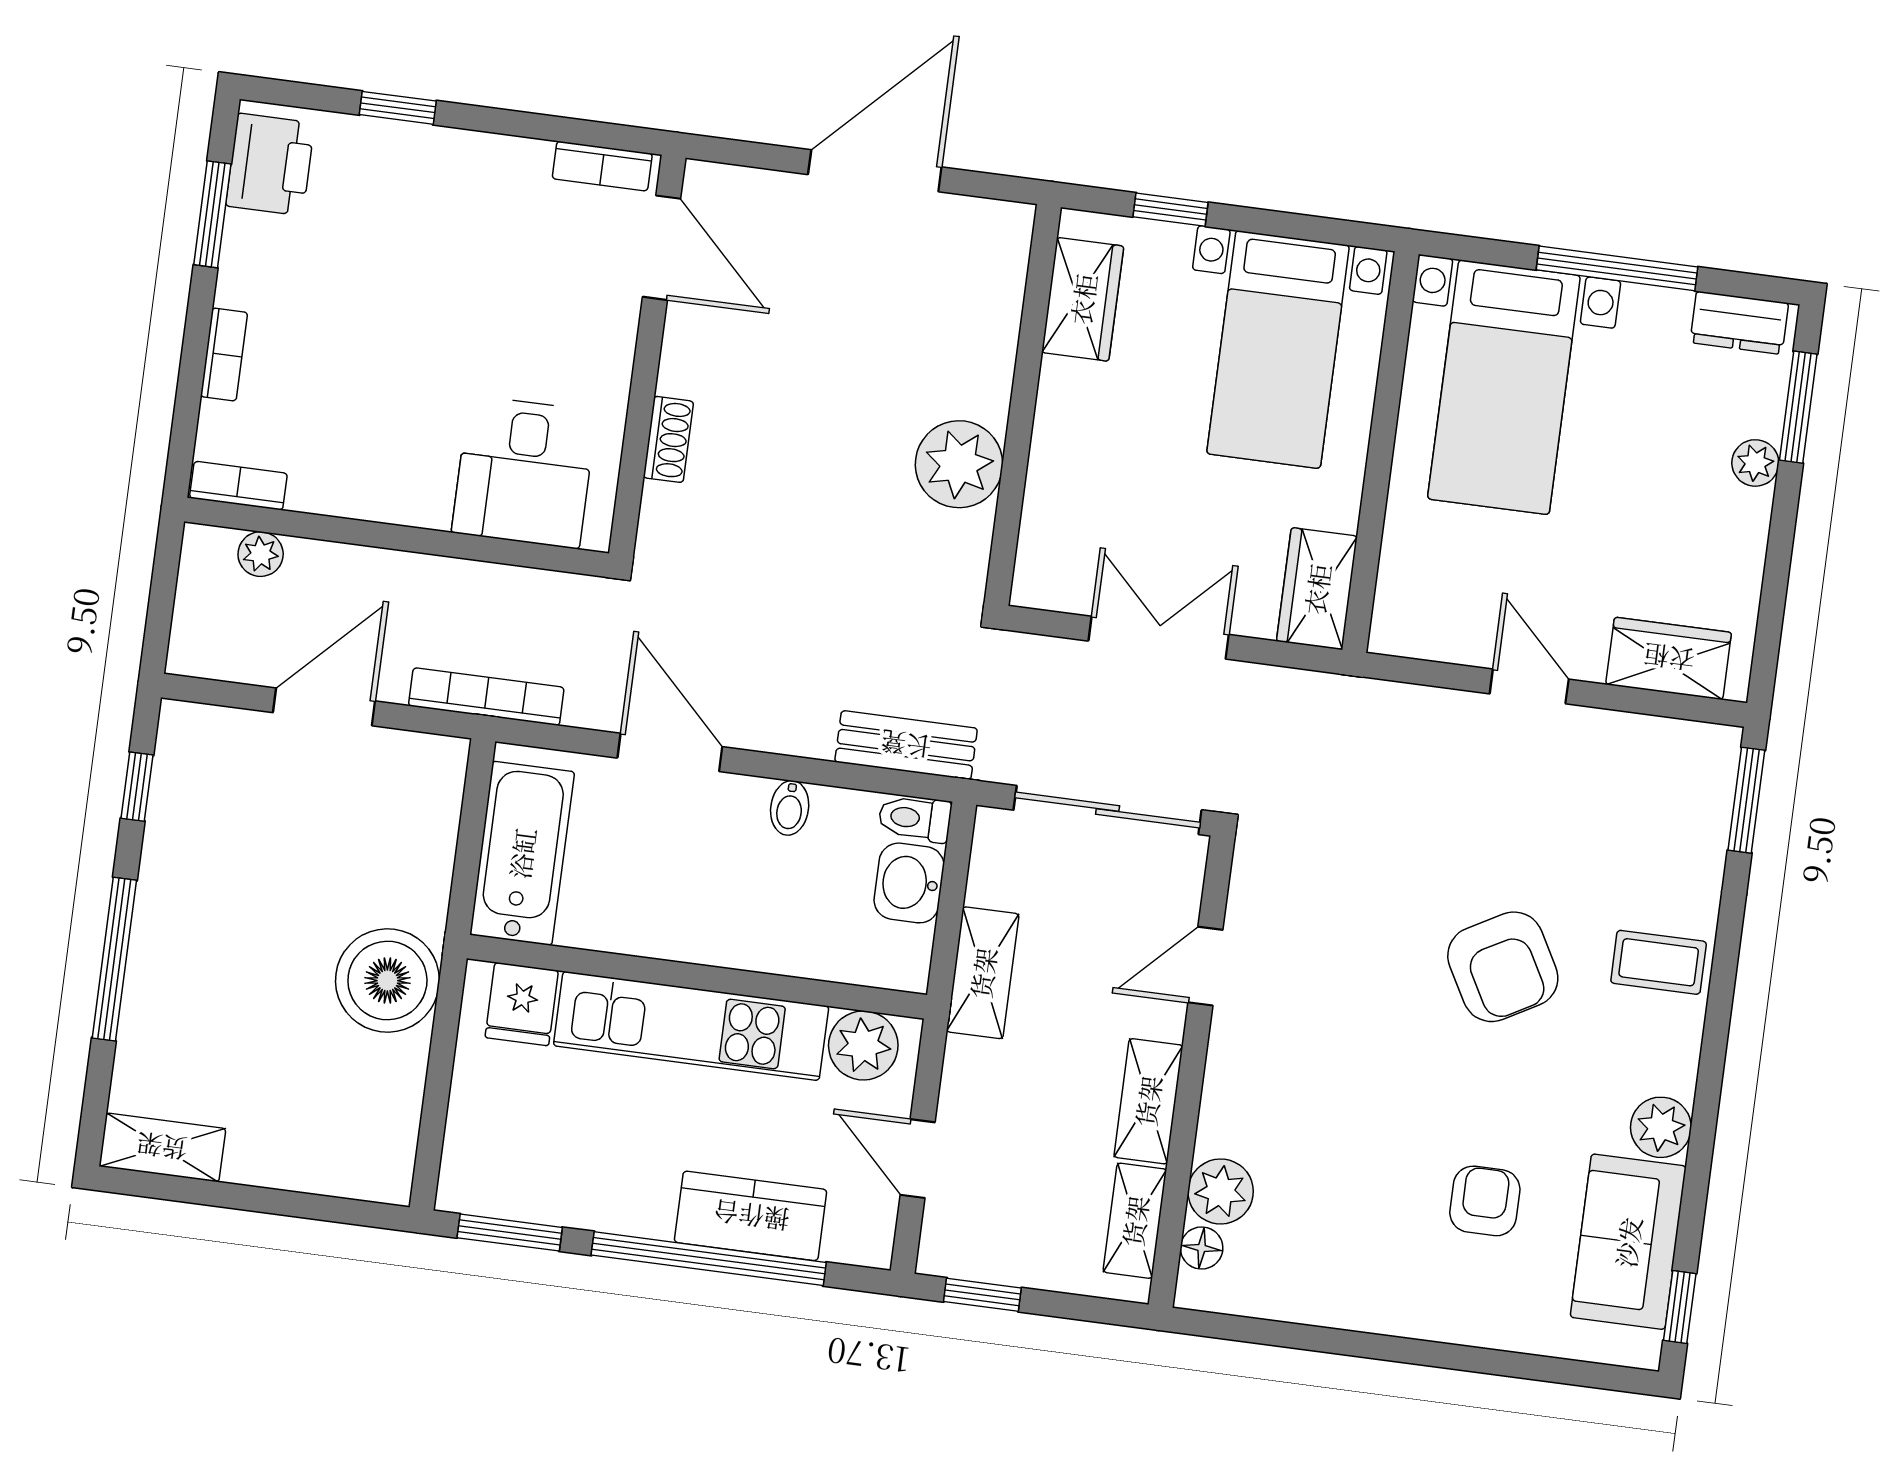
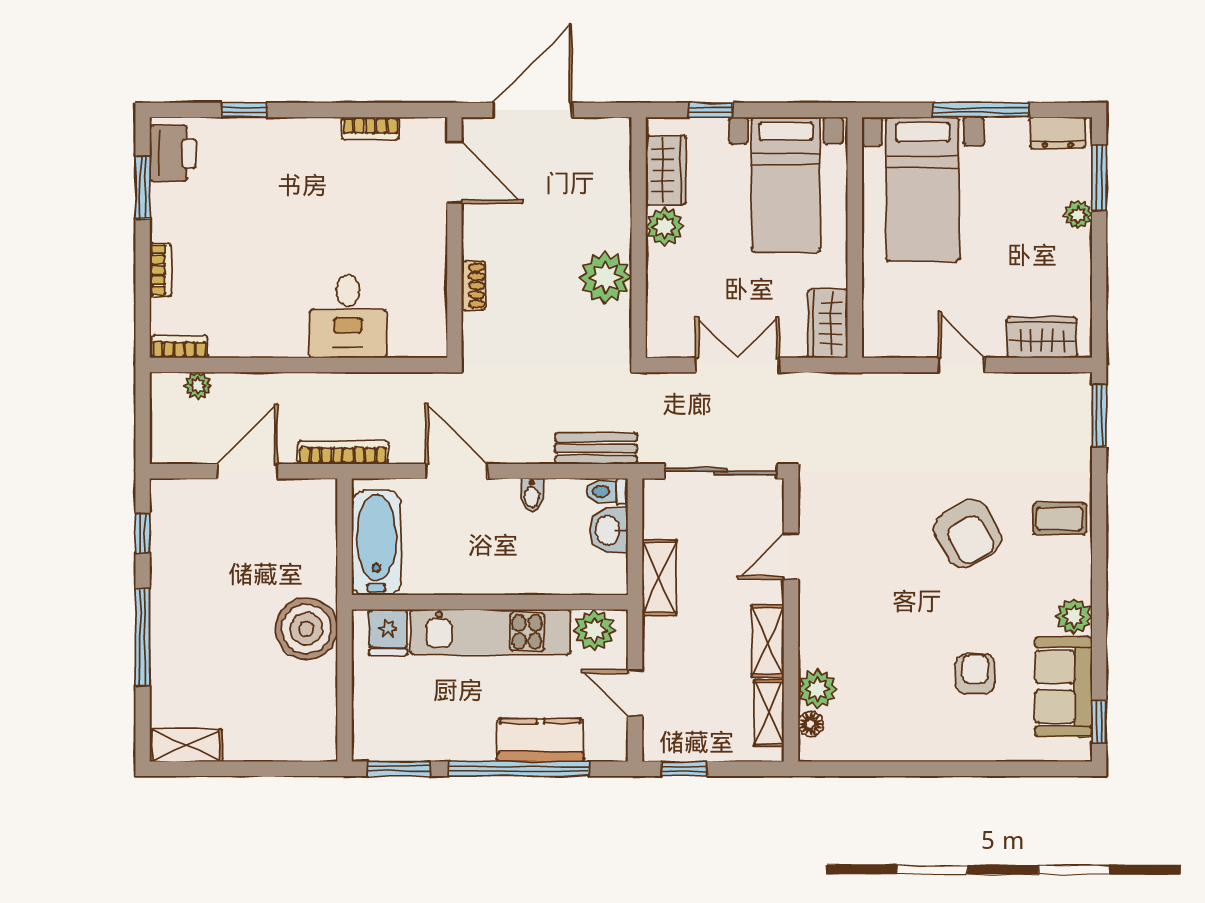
door: (662, 248) -> (454, 172), moved
wall: (647, 356) -> (454, 237), moved
plant: (1068, 393) -> (665, 227), added
shoe rack: (668, 439) -> (473, 286), moved

